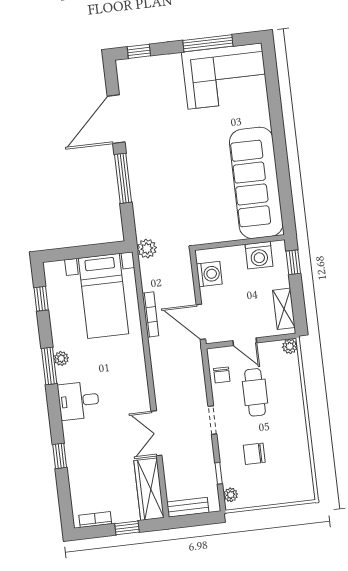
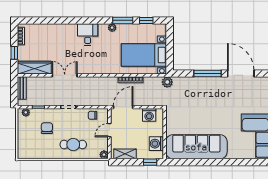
window: (49, 366) -> (123, 20), moved
cafe table: (255, 392) -> (73, 145), moved
window: (60, 456) -> (58, 20), removed

